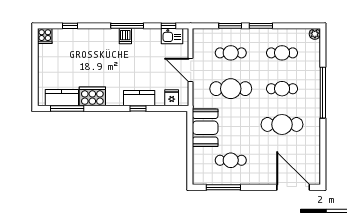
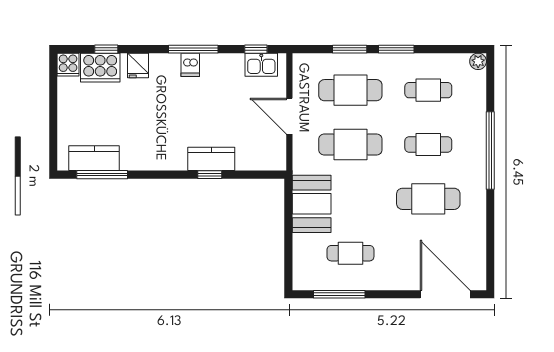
cafe table: (231, 53) -> (350, 90), width x1.37, depth x1.35
cooker: (92, 96) -> (100, 68), moved, turned 180
fridge: (172, 98) -> (138, 65), moved, turned 180

